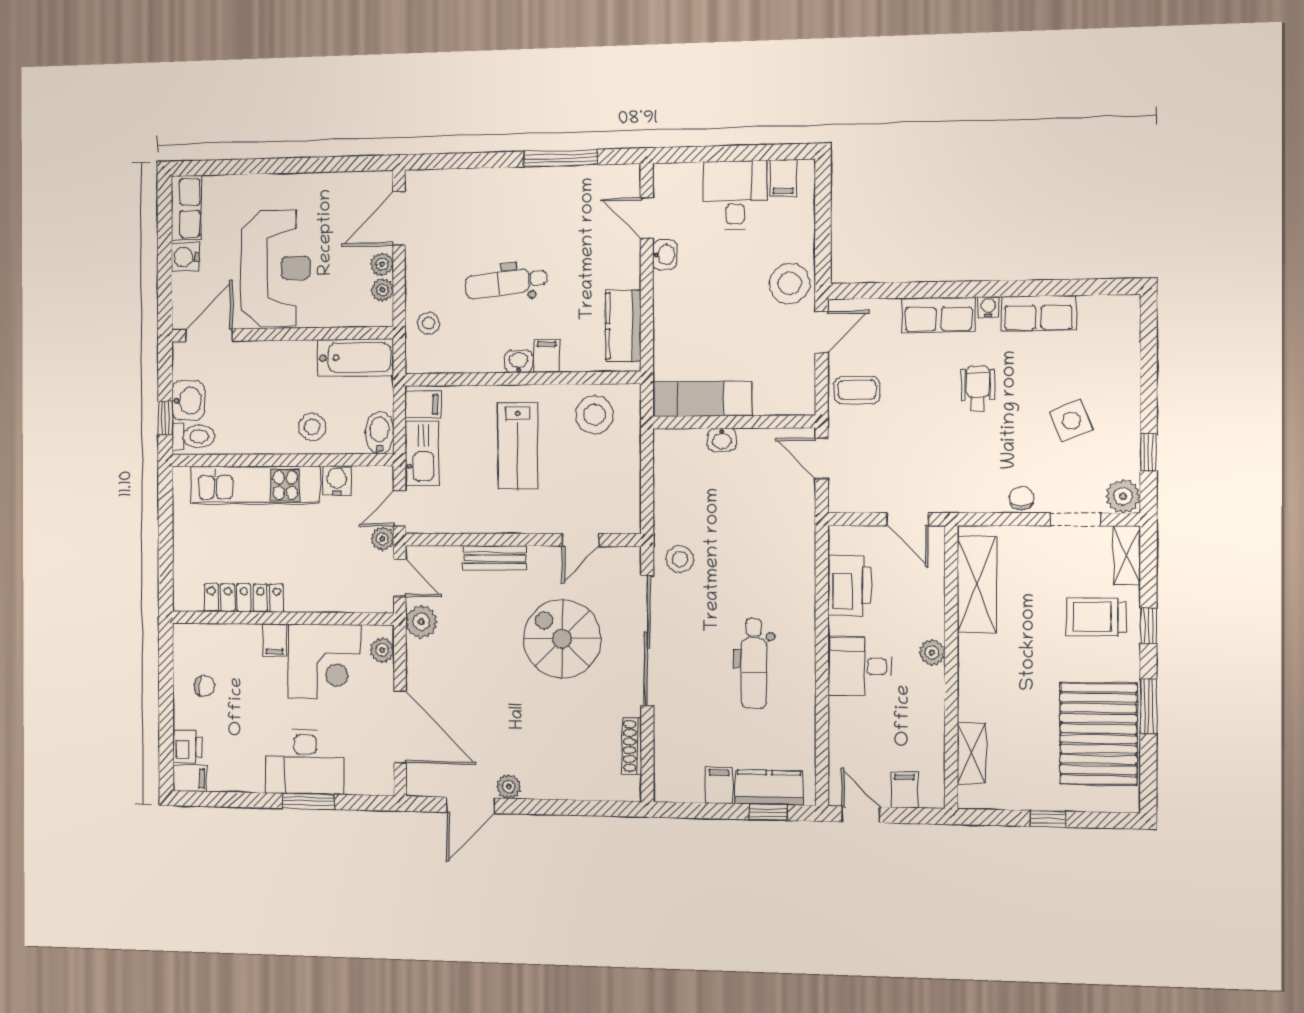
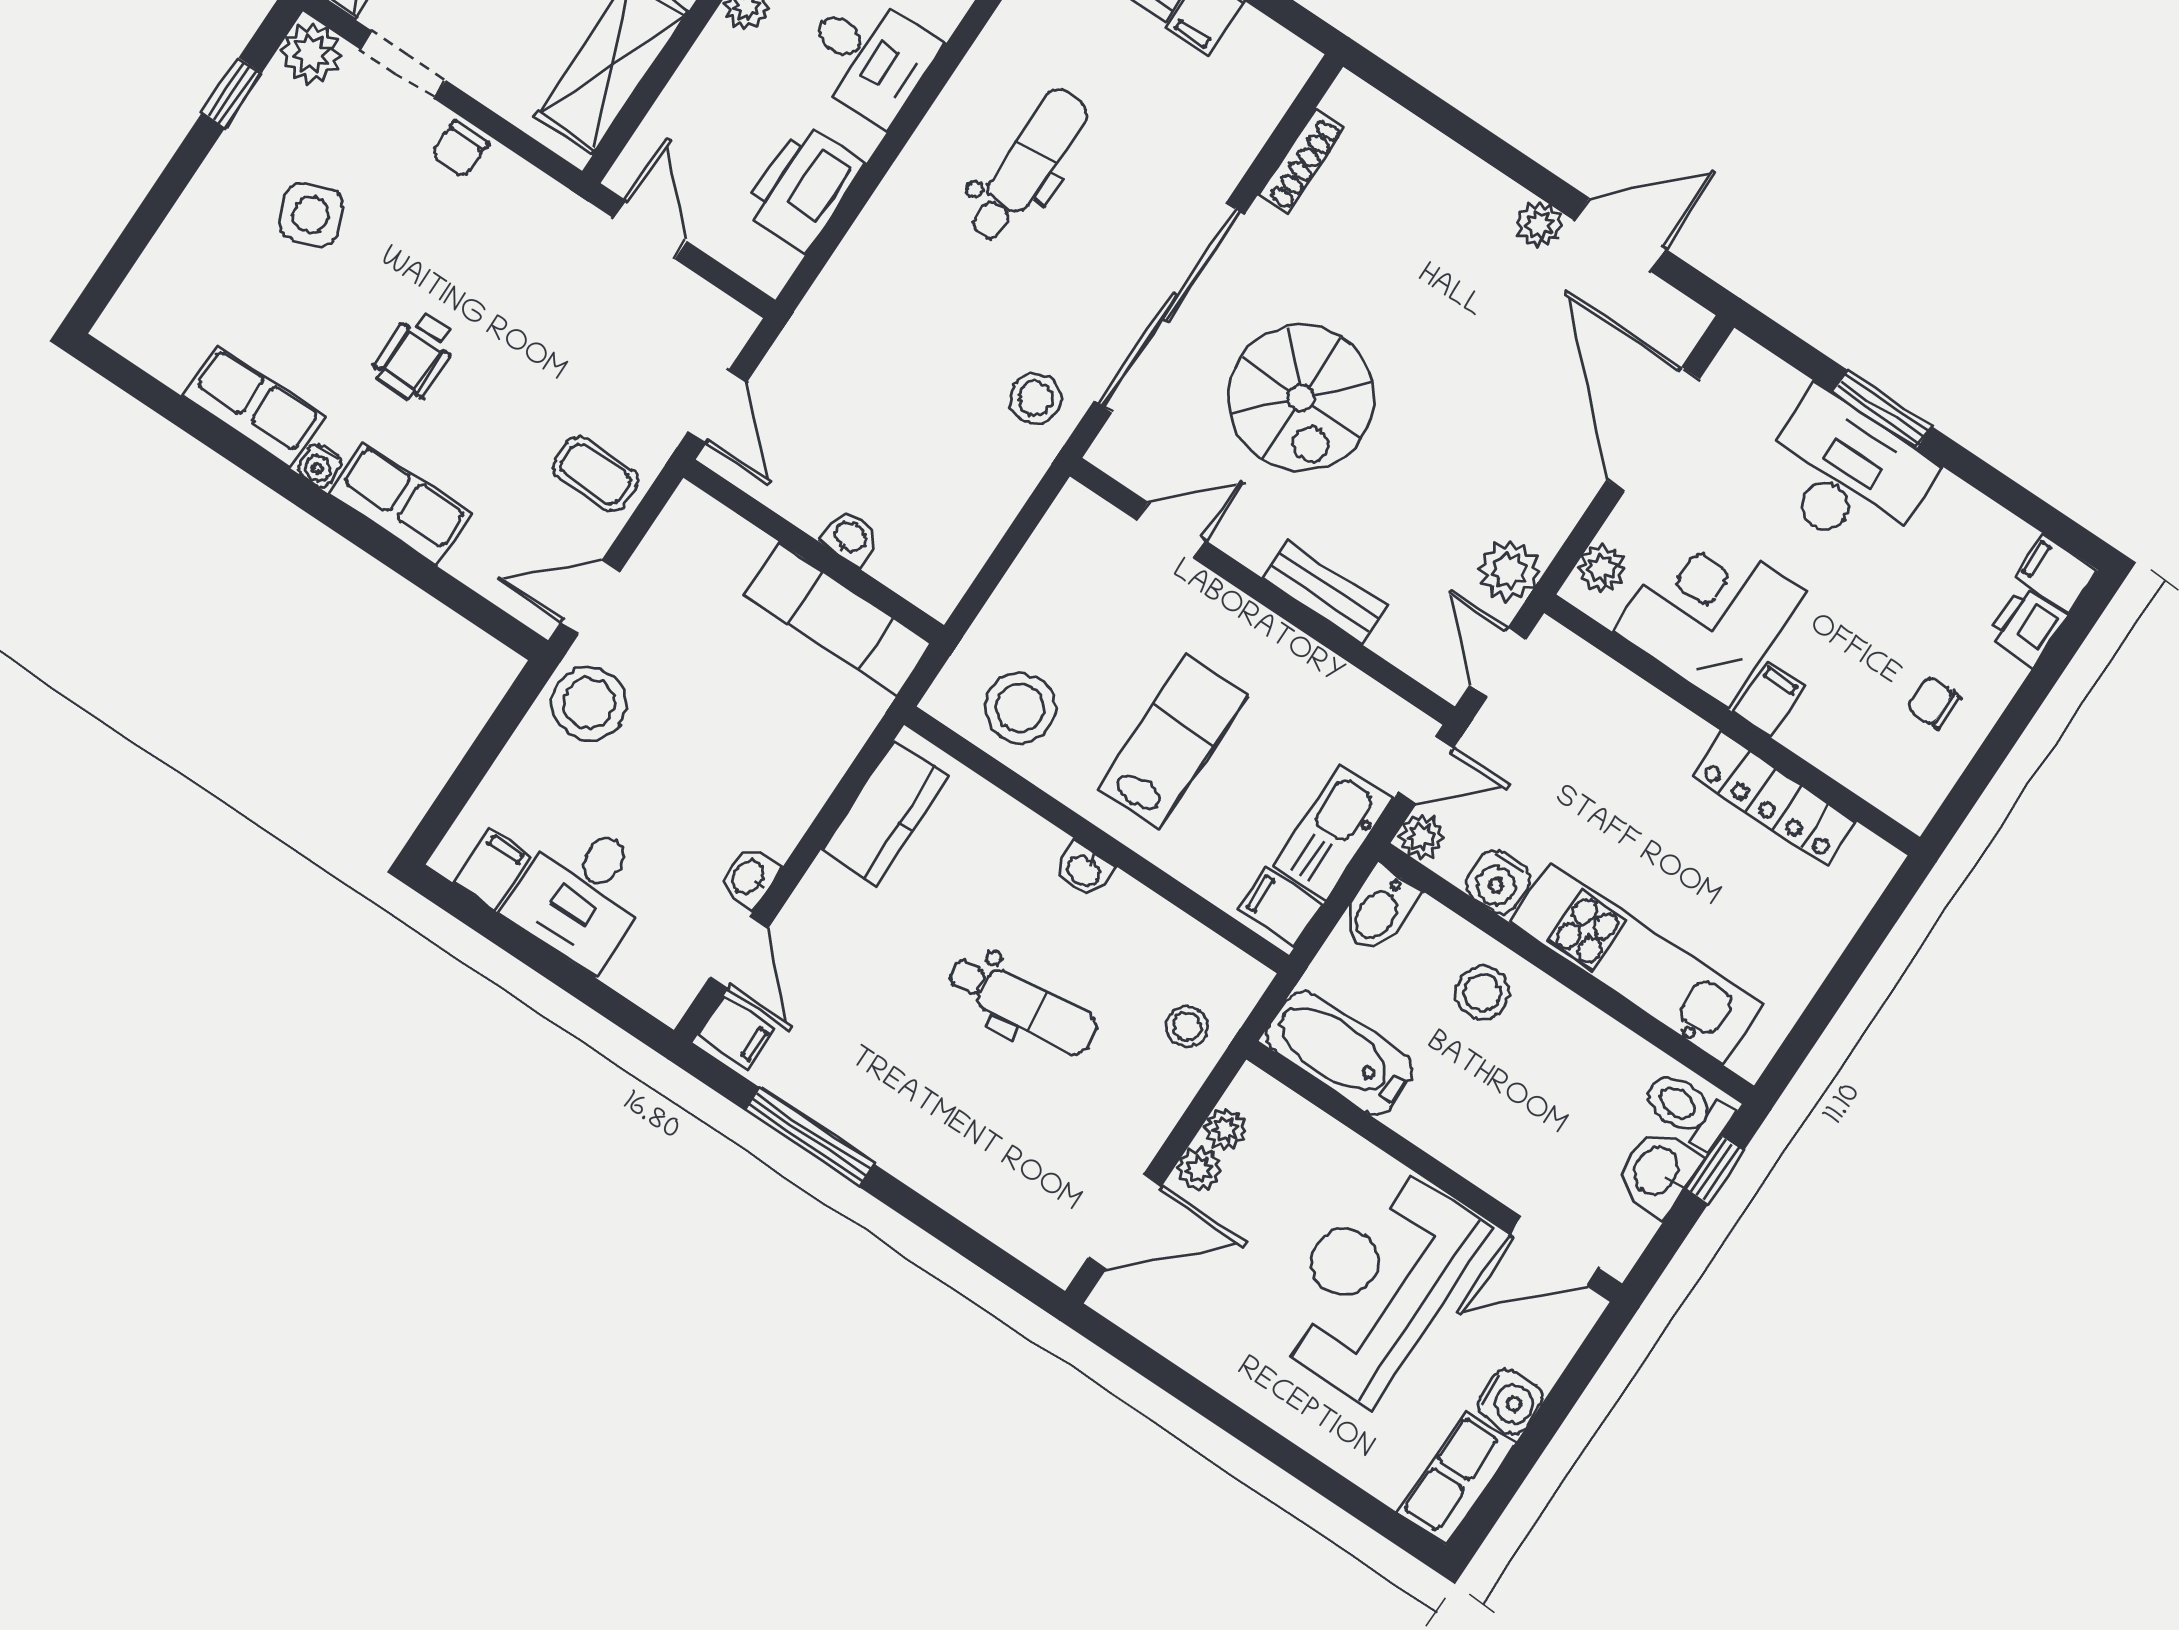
filing cabinet: (547, 356) -> (736, 1032), moved, turned -90
plant: (382, 539) -> (1422, 837), moved

